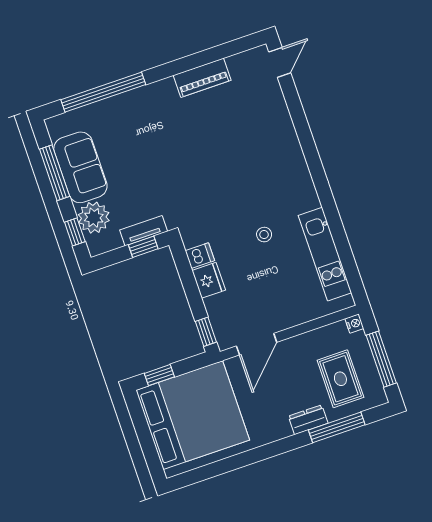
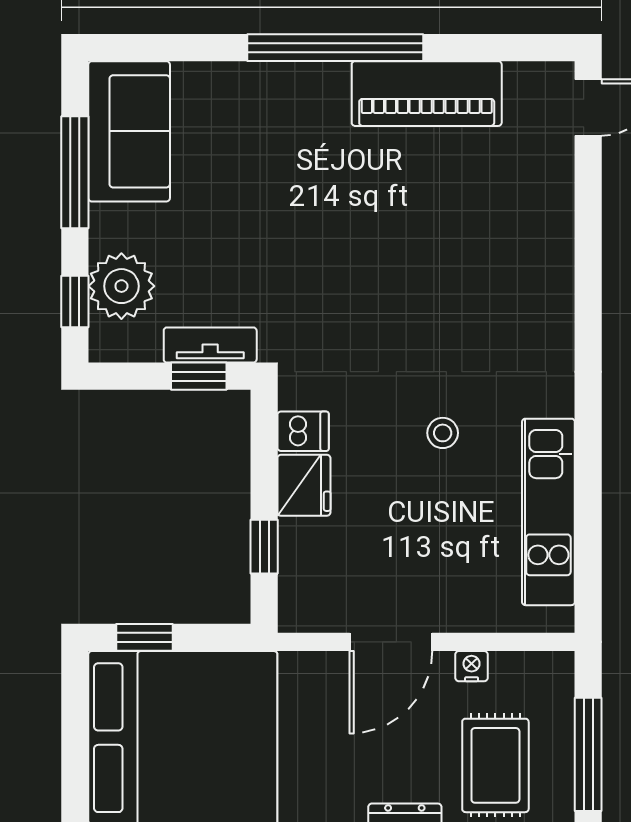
piano: (202, 78) -> (427, 94), width x1.37, depth x1.33
window: (103, 92) -> (335, 48), moved
sofa: (80, 167) -> (129, 131), moved
nightstand: (354, 324) -> (472, 666), moved, turned -90
window: (206, 332) -> (264, 547), moved
door: (257, 344) -> (391, 642), moved

